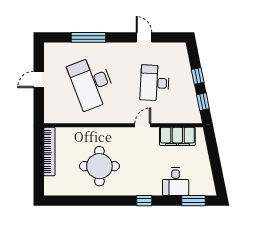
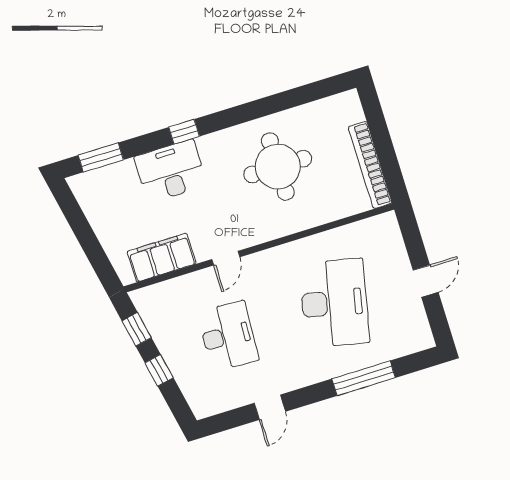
door: (144, 37) -> (270, 407), hinge flipped
desk: (92, 83) -> (334, 303), turned 33
desk: (176, 182) -> (171, 171), moved, width x1.37

